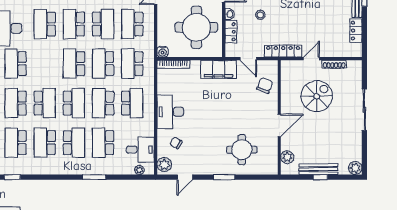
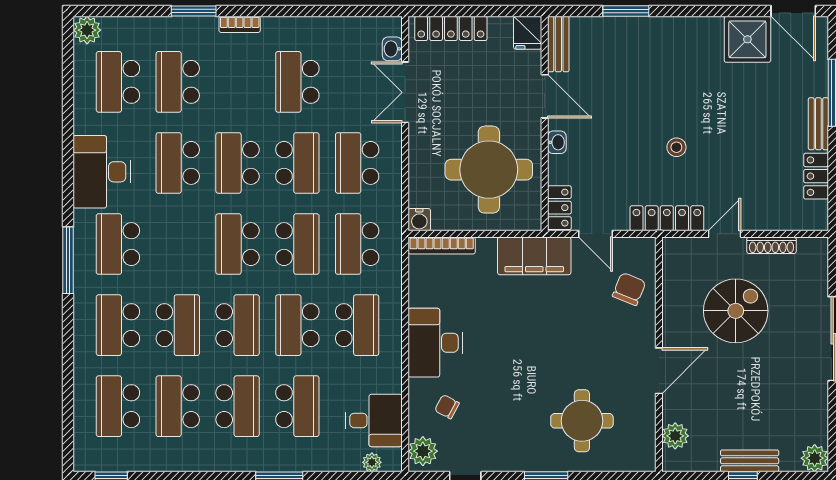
stool: (260, 15) -> (676, 147), moved
locker: (231, 32) -> (559, 208), moved
school desk: (103, 64) -> (297, 244), turned 180
school desk: (103, 143) -> (297, 406), turned 180
bench: (318, 169) -> (750, 461), width x0.73

